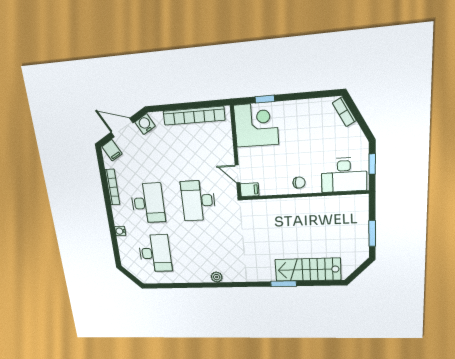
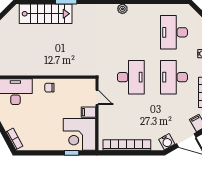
filing cabinet: (250, 190) -> (88, 112), moved

